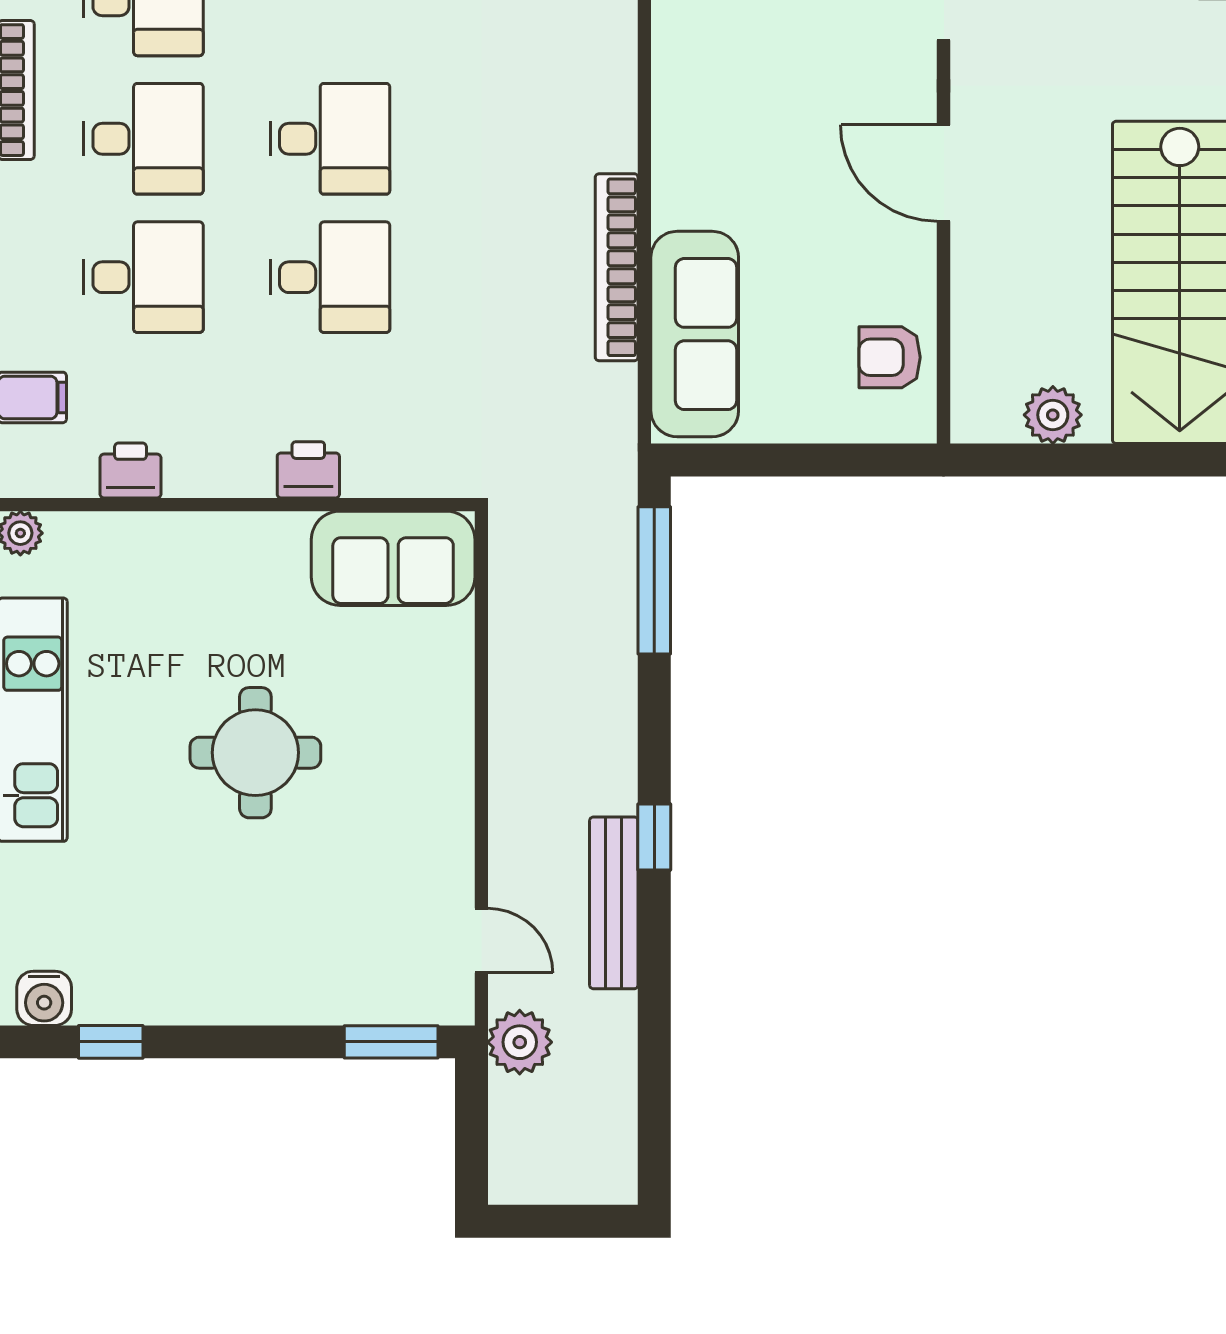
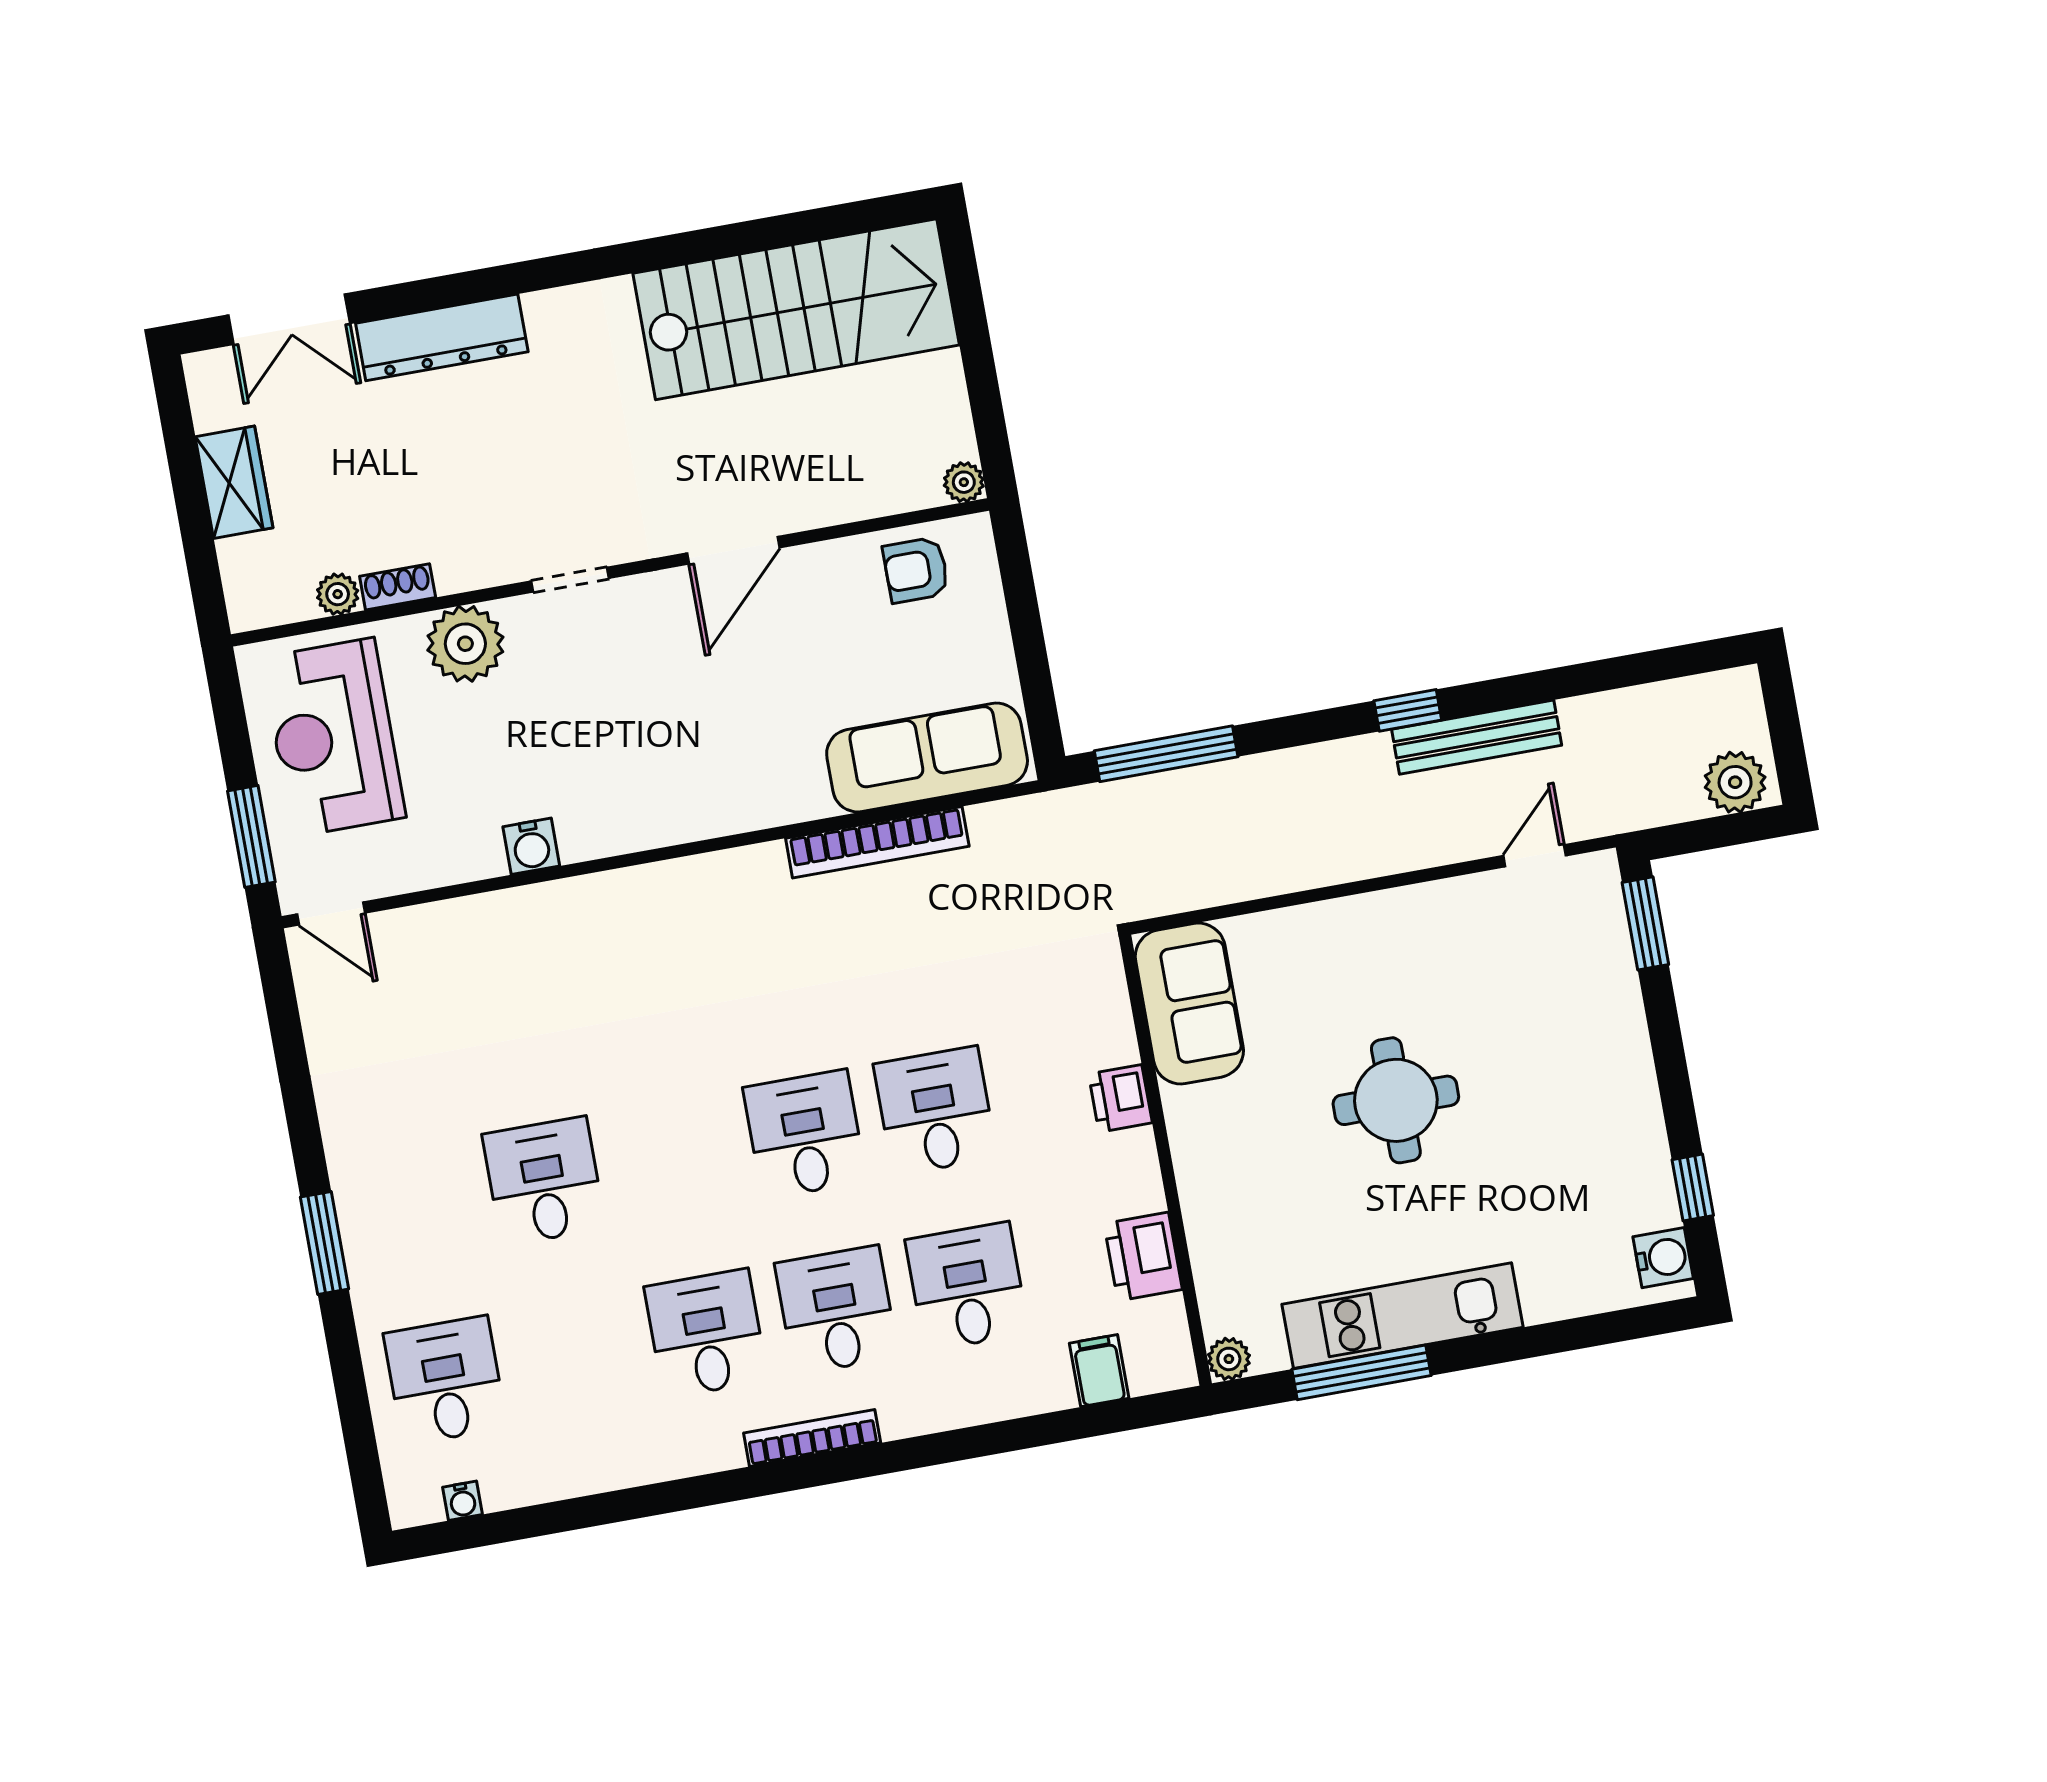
armchair: (890, 357) -> (916, 570), turned 90
plant: (1053, 415) -> (964, 482), moved, width x0.73, depth x0.73
printer: (131, 470) -> (1143, 1257), width x1.36, depth x1.24
plant: (520, 1042) -> (1735, 782), moved

